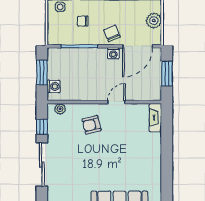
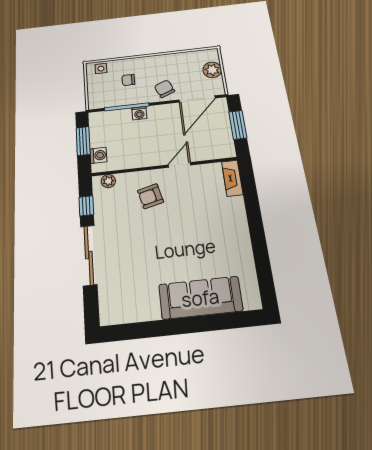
washing machine: (113, 53) -> (139, 113), moved

